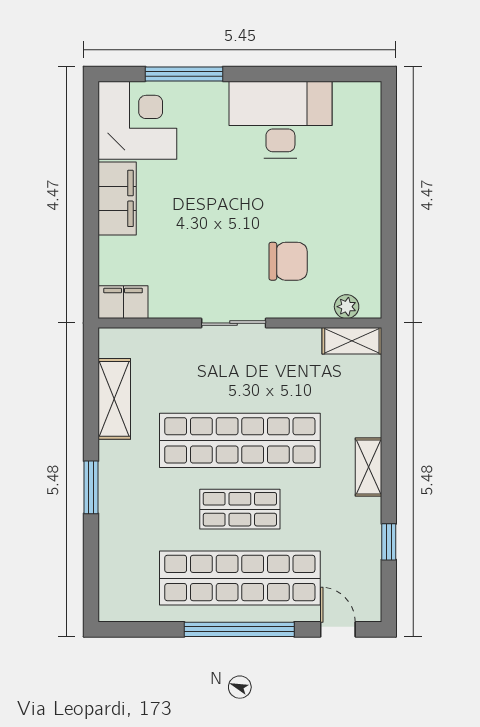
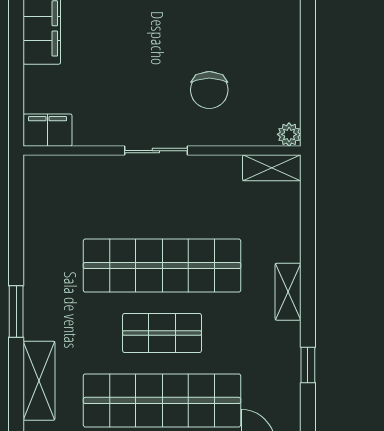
chair: (288, 261) -> (209, 90), turned 90
plant: (347, 307) -> (289, 134), moved
shelving: (114, 399) -> (39, 381), moved

